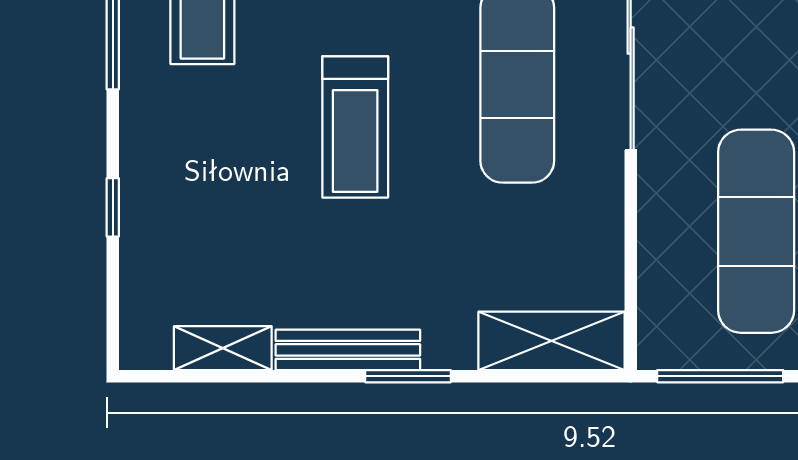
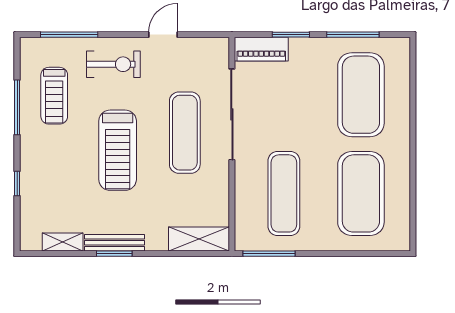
treadmill: (355, 127) -> (118, 150), width x1.37, depth x1.38
window: (408, 376) -> (114, 254), moved

